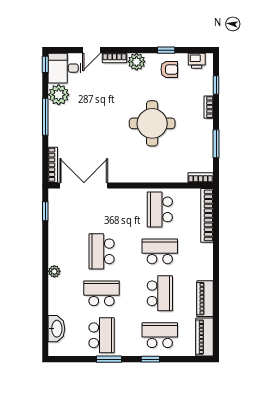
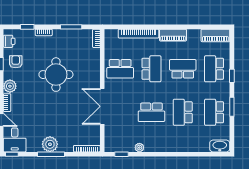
plant: (59, 95) -> (50, 144), moved
double door: (84, 185) -> (102, 106), moved
bookcase: (207, 215) -> (139, 34), moved
school desk: (160, 251) -> (151, 69), turned 180
plant: (54, 271) -> (139, 148), moved
piano: (205, 299) -> (173, 35), moved
washbasin: (56, 329) -> (220, 146), moved
school desk: (102, 335) -> (214, 112), turned -90

